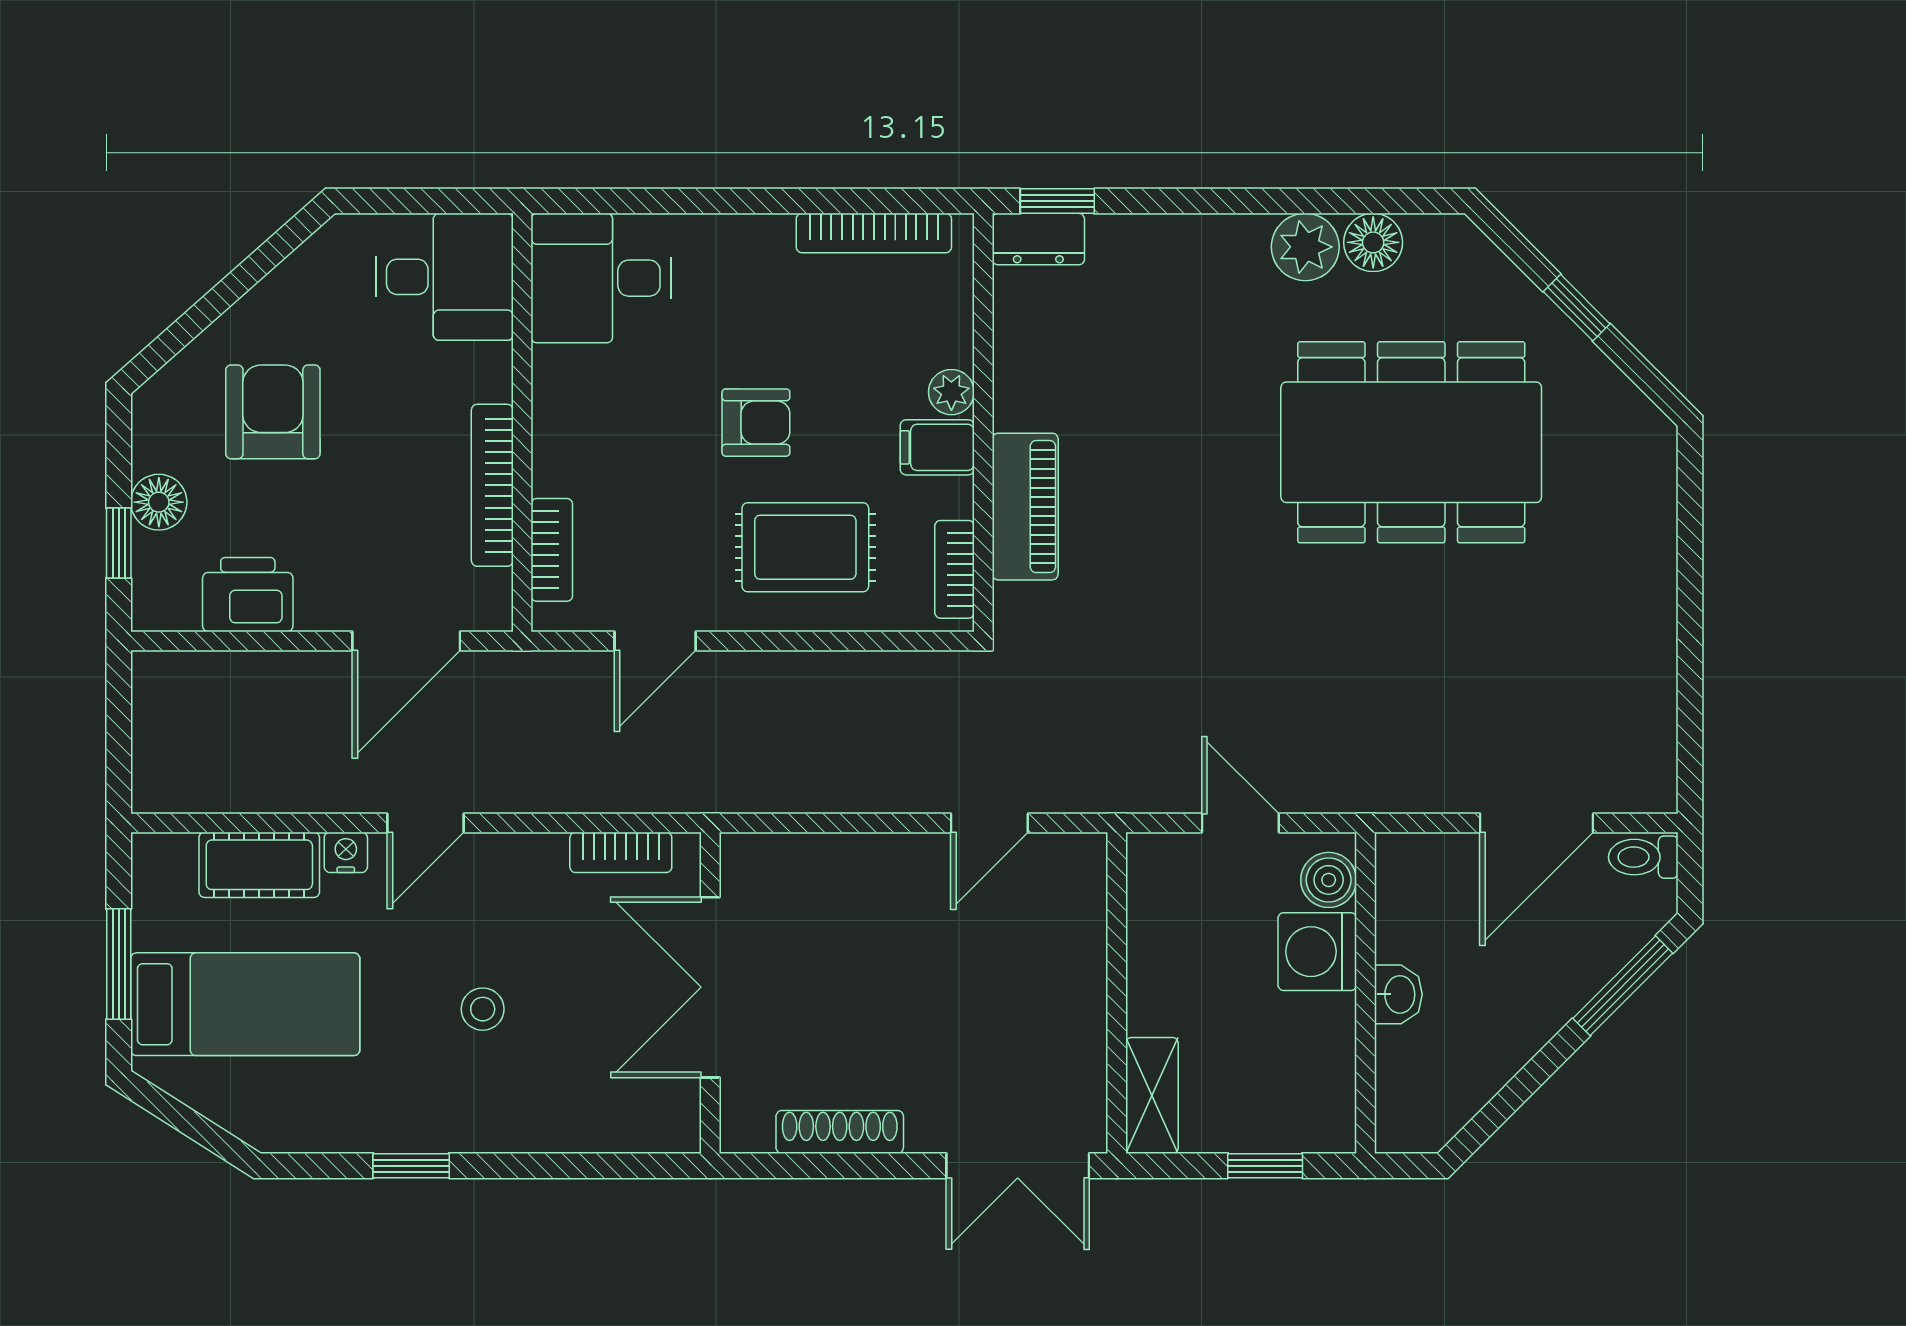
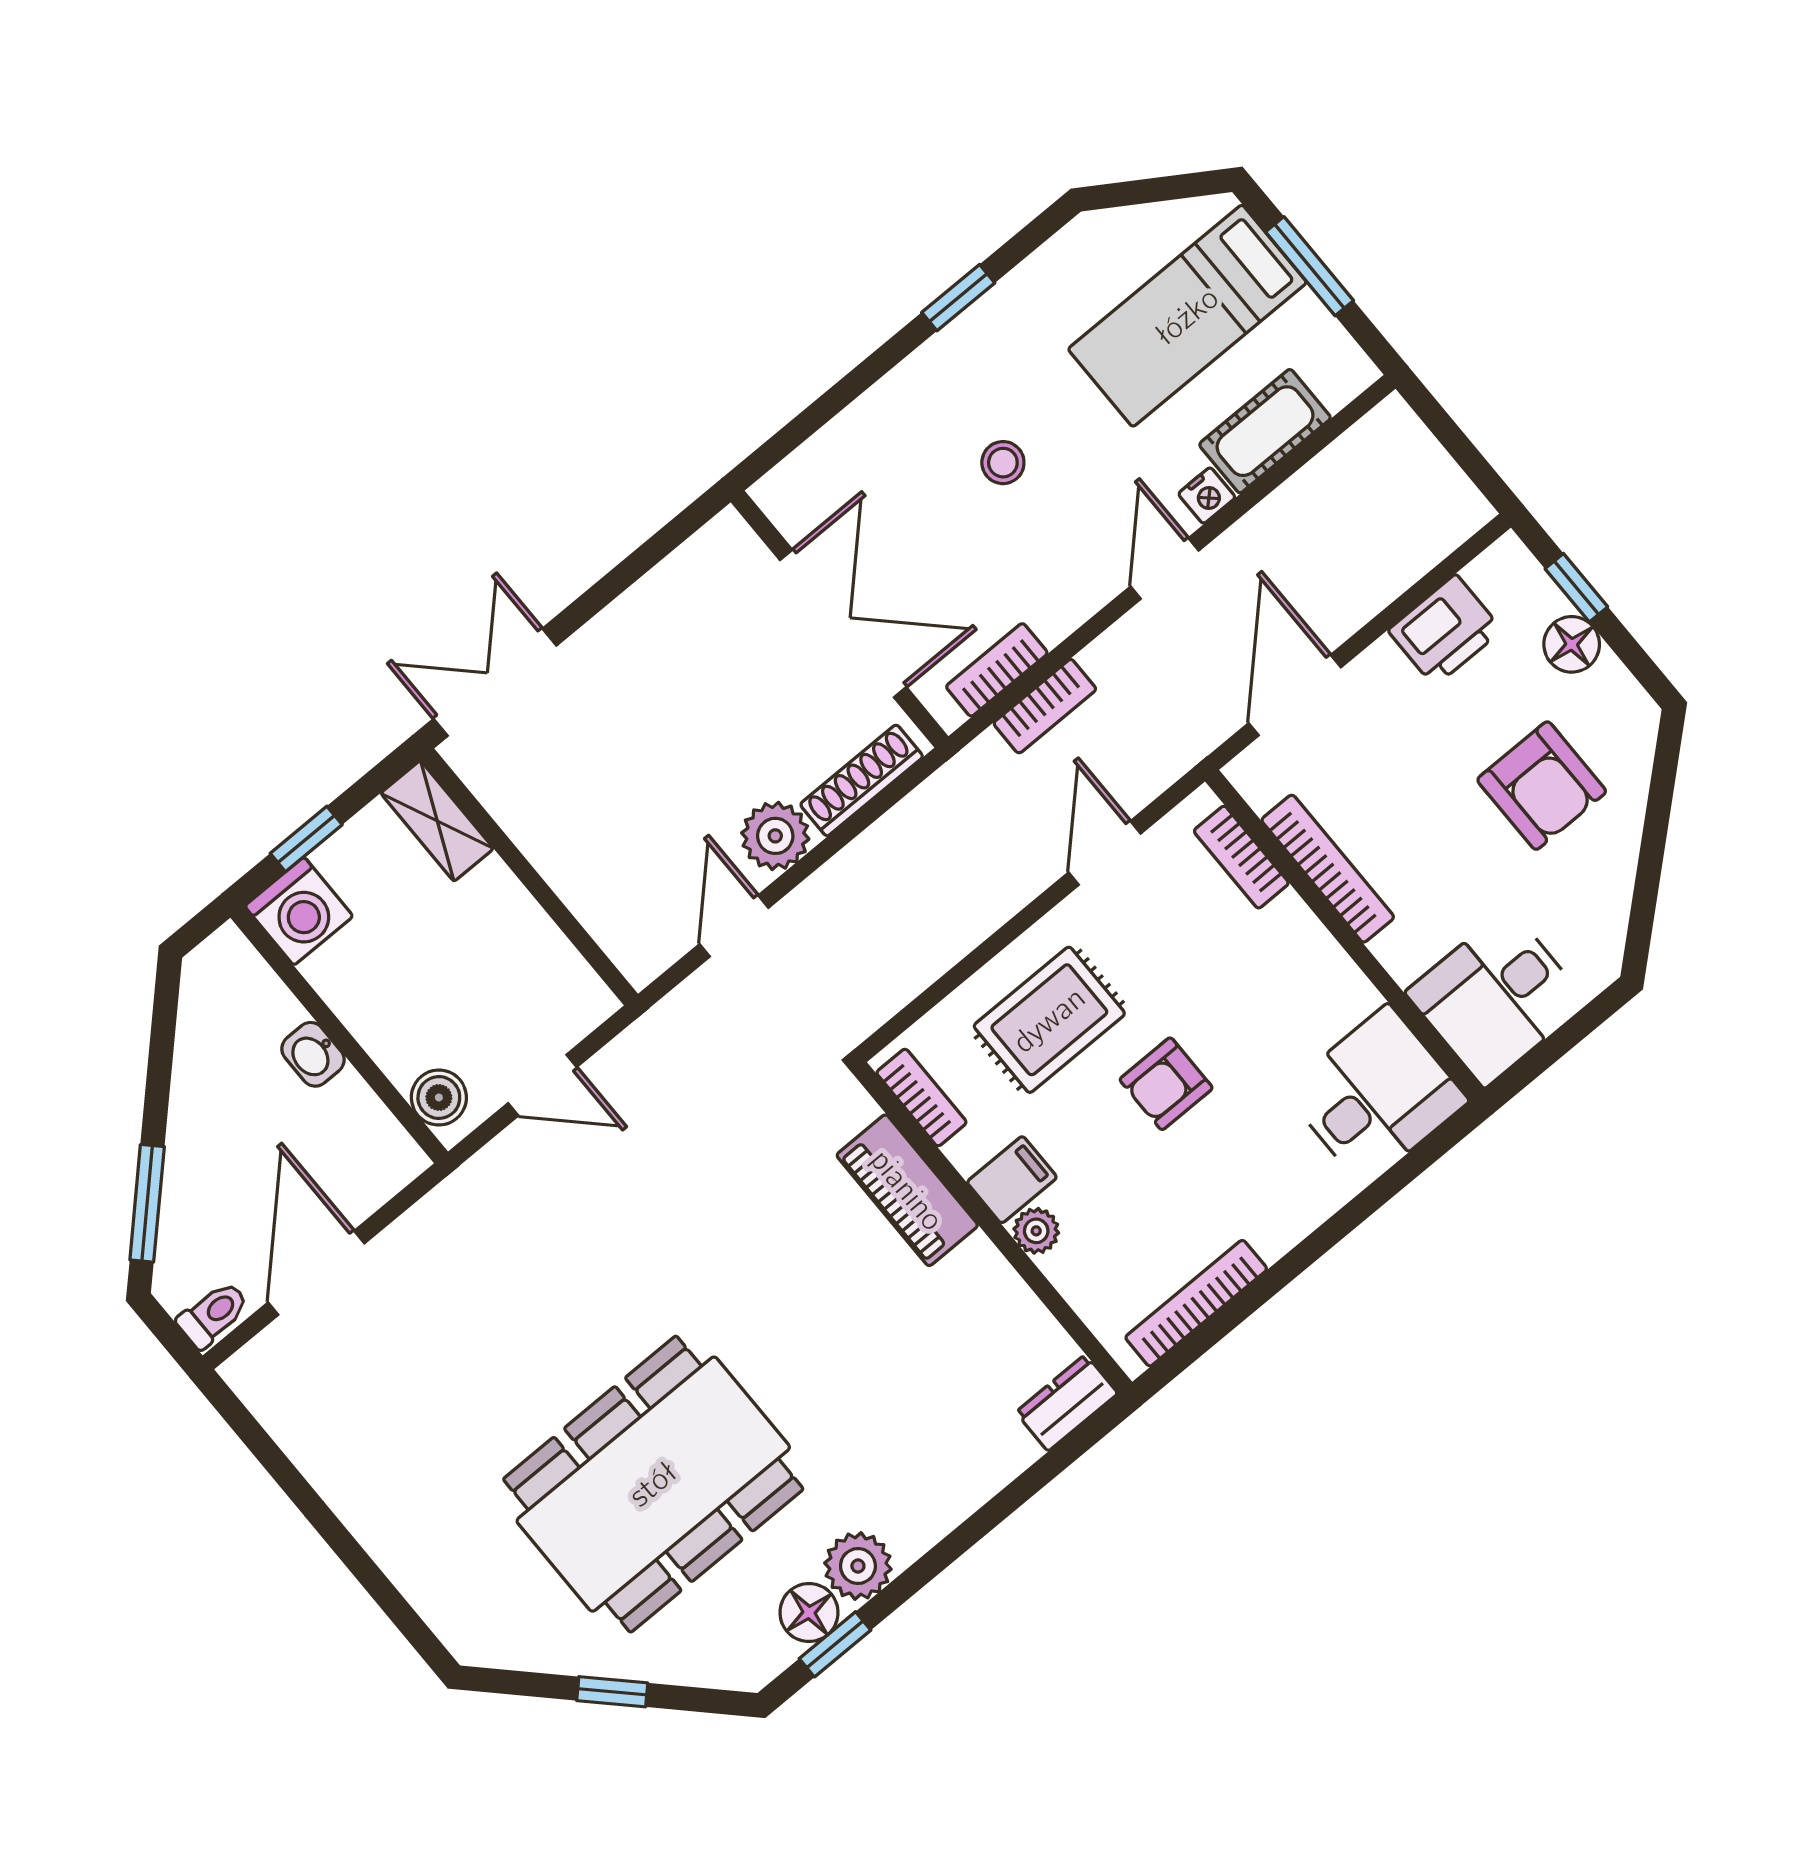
window: (1057, 201) -> (835, 1644), moved
bookcase: (607, 793) -> (1045, 706), added
plant: (899, 866) -> (775, 836), added
washing machine: (1317, 952) -> (299, 911), moved, turned 90
shoe rack: (840, 1132) -> (862, 780), moved, turned 180

